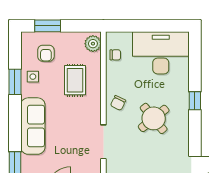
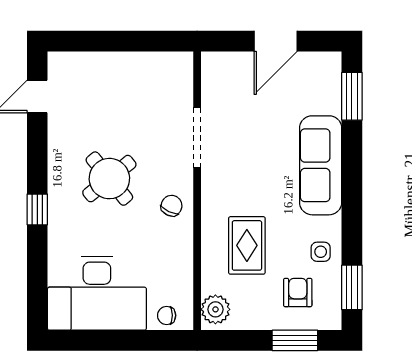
chair: (115, 55) -> (167, 315), moved
window: (15, 82) -> (352, 287), moved

